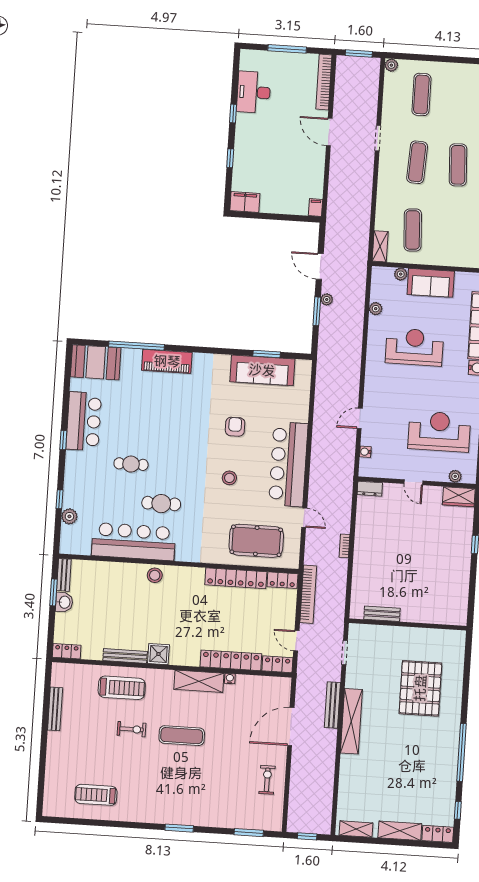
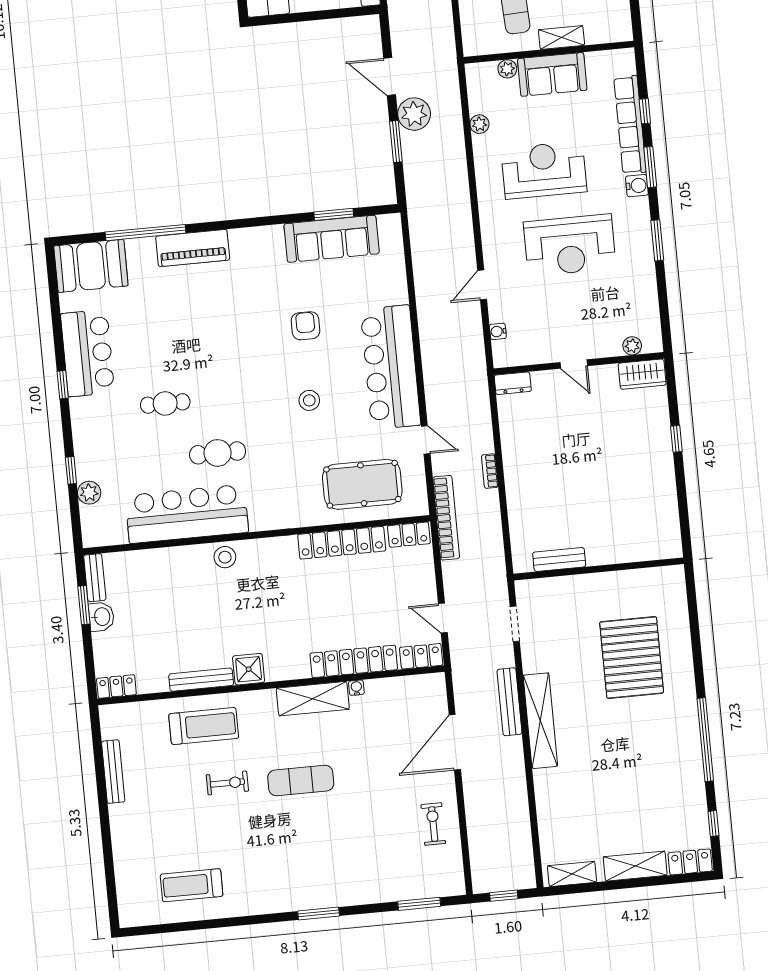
shelving: (380, 246) -> (561, 38), moved, turned 90
plant: (327, 299) -> (414, 114), width x1.87, depth x1.87
reception desk: (439, 432) -> (570, 245), moved, turned 180
bookcase: (308, 594) -> (446, 518), moved

